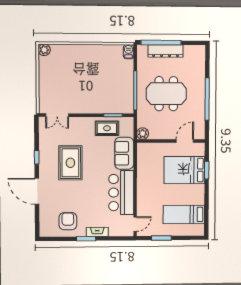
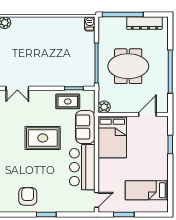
dresser: (166, 51) -> (144, 23), moved
rug: (70, 163) -> (43, 138), moved, turned 90
bed: (184, 170) -> (112, 137), moved, turned -90
fireplace: (97, 232) -> (58, 208), removed

